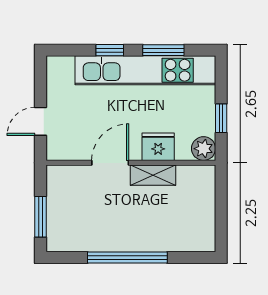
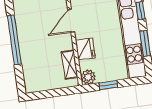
door: (110, 163) -> (71, 21), swing flipped
shelving: (153, 175) -> (70, 65), moved

